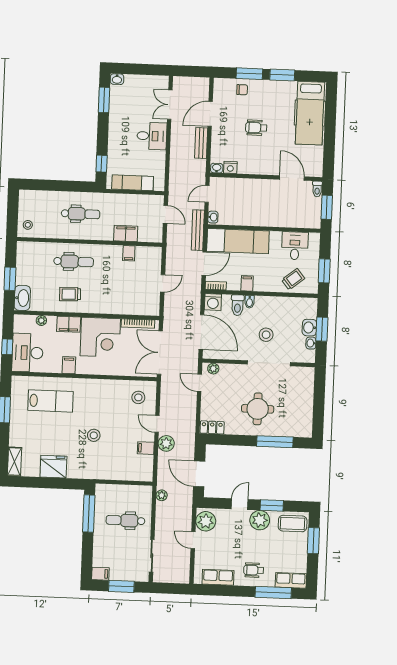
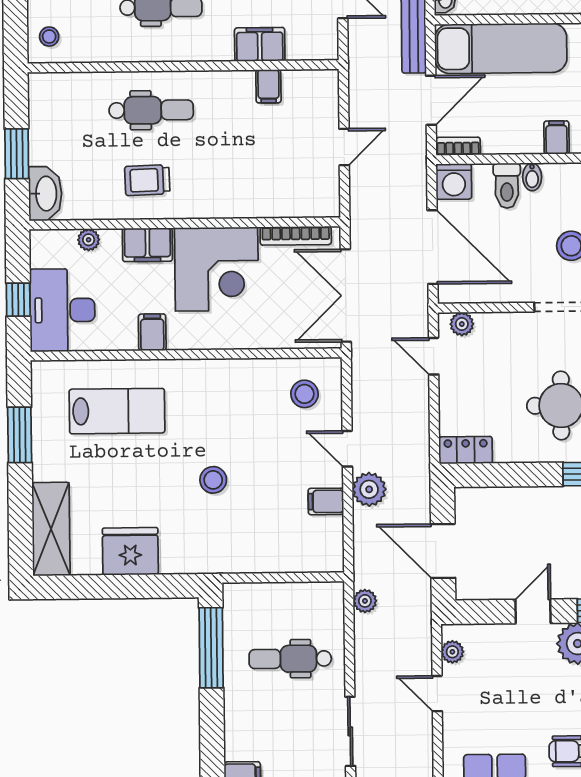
filing cabinet: (247, 283) -> (557, 137), moved
shelving: (15, 462) -> (51, 529), width x1.50, depth x1.33
plant: (206, 521) -> (452, 652), width x0.53, depth x0.53

